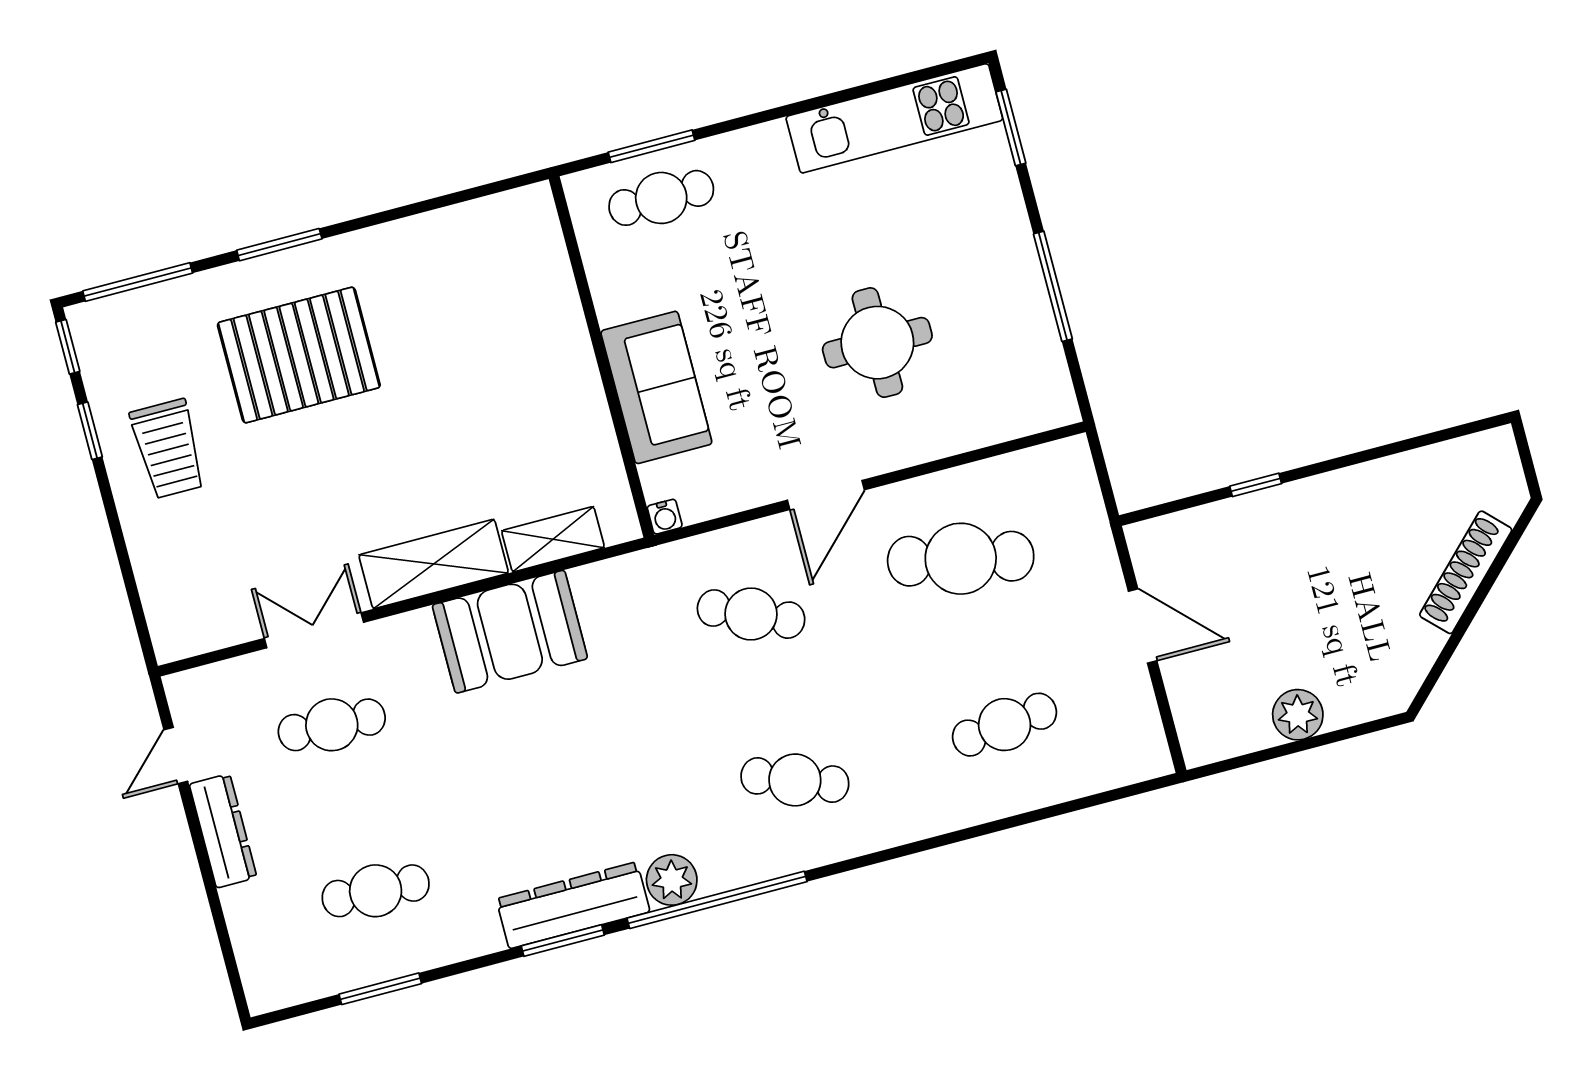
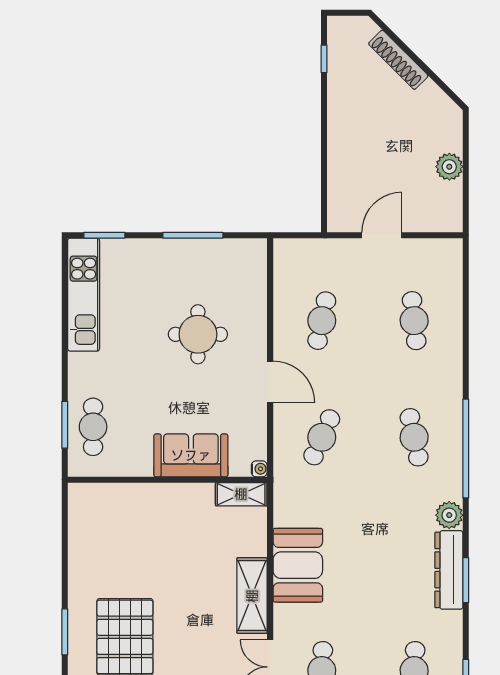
window: (1256, 485) -> (324, 59), moved
shelving: (553, 539) -> (241, 494), moved, turned 90
cafe table: (961, 559) -> (322, 321), width x0.73, depth x0.74
cafe table: (795, 780) -> (414, 437), turned -33
window: (717, 900) -> (466, 449), moved

